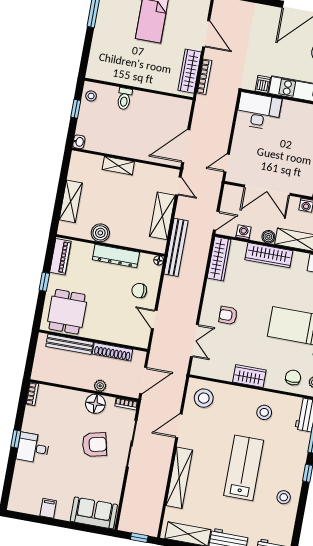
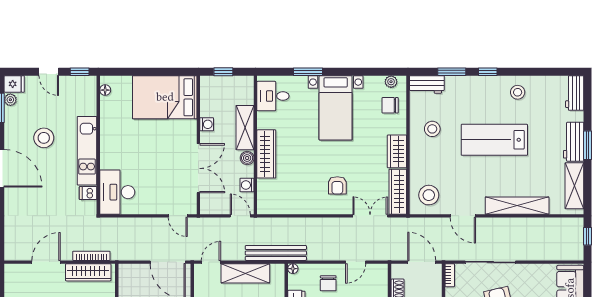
wardrobe: (219, 259) -> (398, 192), moved, turned -90

